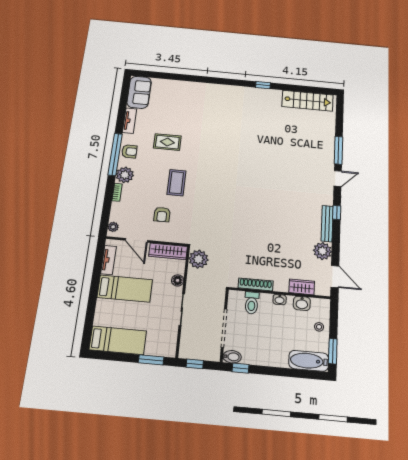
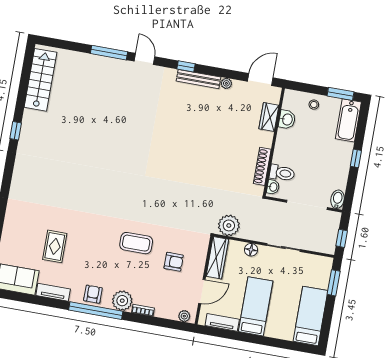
rug: (167, 142) -> (55, 246), moved
plant: (322, 251) -> (226, 83), width x0.53, depth x0.53
washbasin: (280, 300) -> (273, 187), moved
window: (240, 368) -> (356, 158), moved

